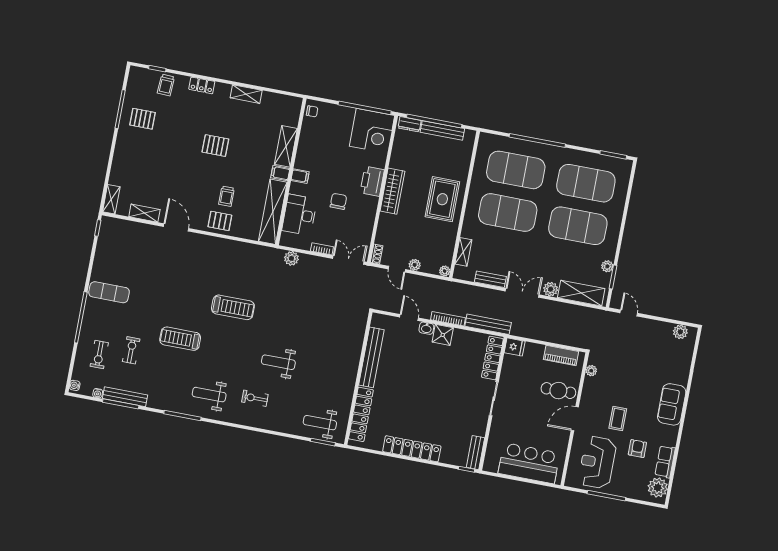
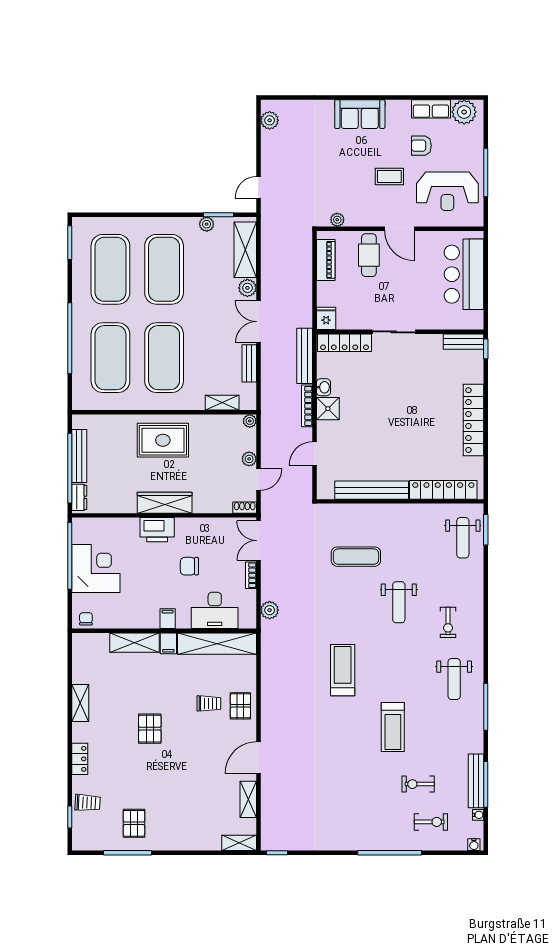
corner desk: (372, 131) -> (96, 568), moved
exercise mat: (109, 292) -> (356, 557), moved, turned 90
washbasin: (426, 328) -> (323, 387), moved

